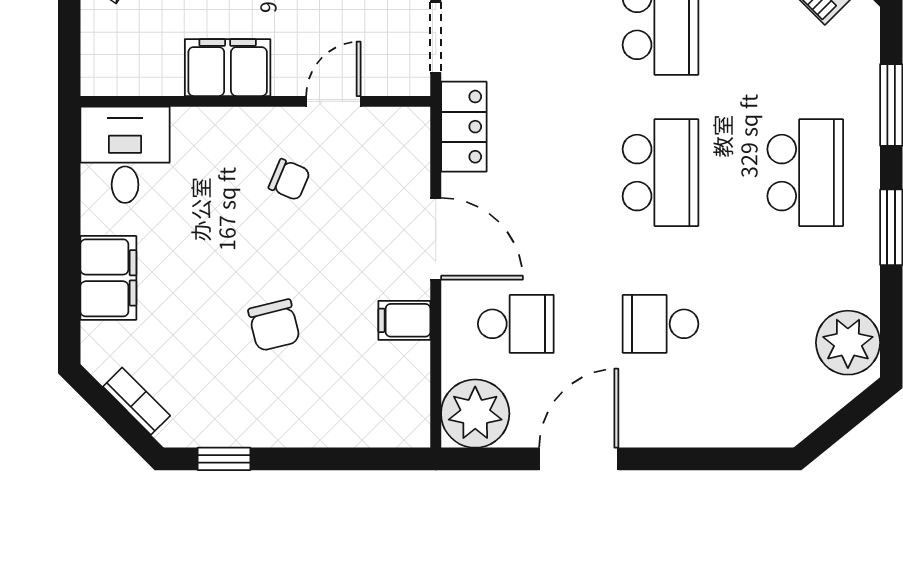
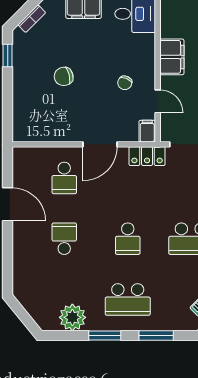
school desk: (661, 173) -> (128, 239), width x0.54
filing cabinet: (404, 320) -> (147, 131), moved
plant: (848, 343) -> (72, 317), moved
plant: (475, 414) -> (27, 161), removed

